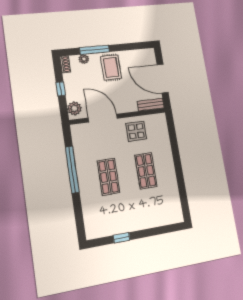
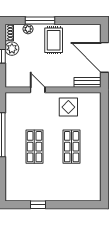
plant: (74, 108) -> (12, 49), moved
door: (103, 118) -> (38, 90), width x0.53

